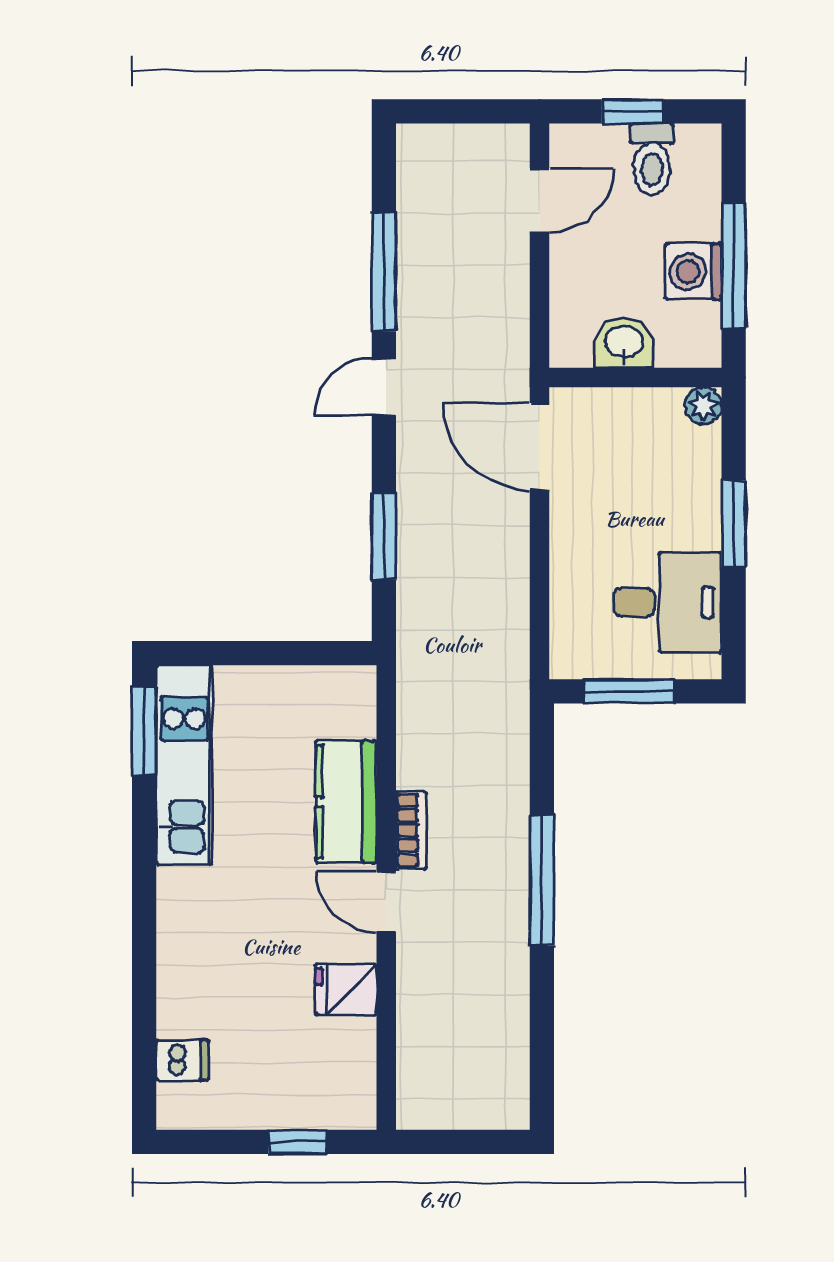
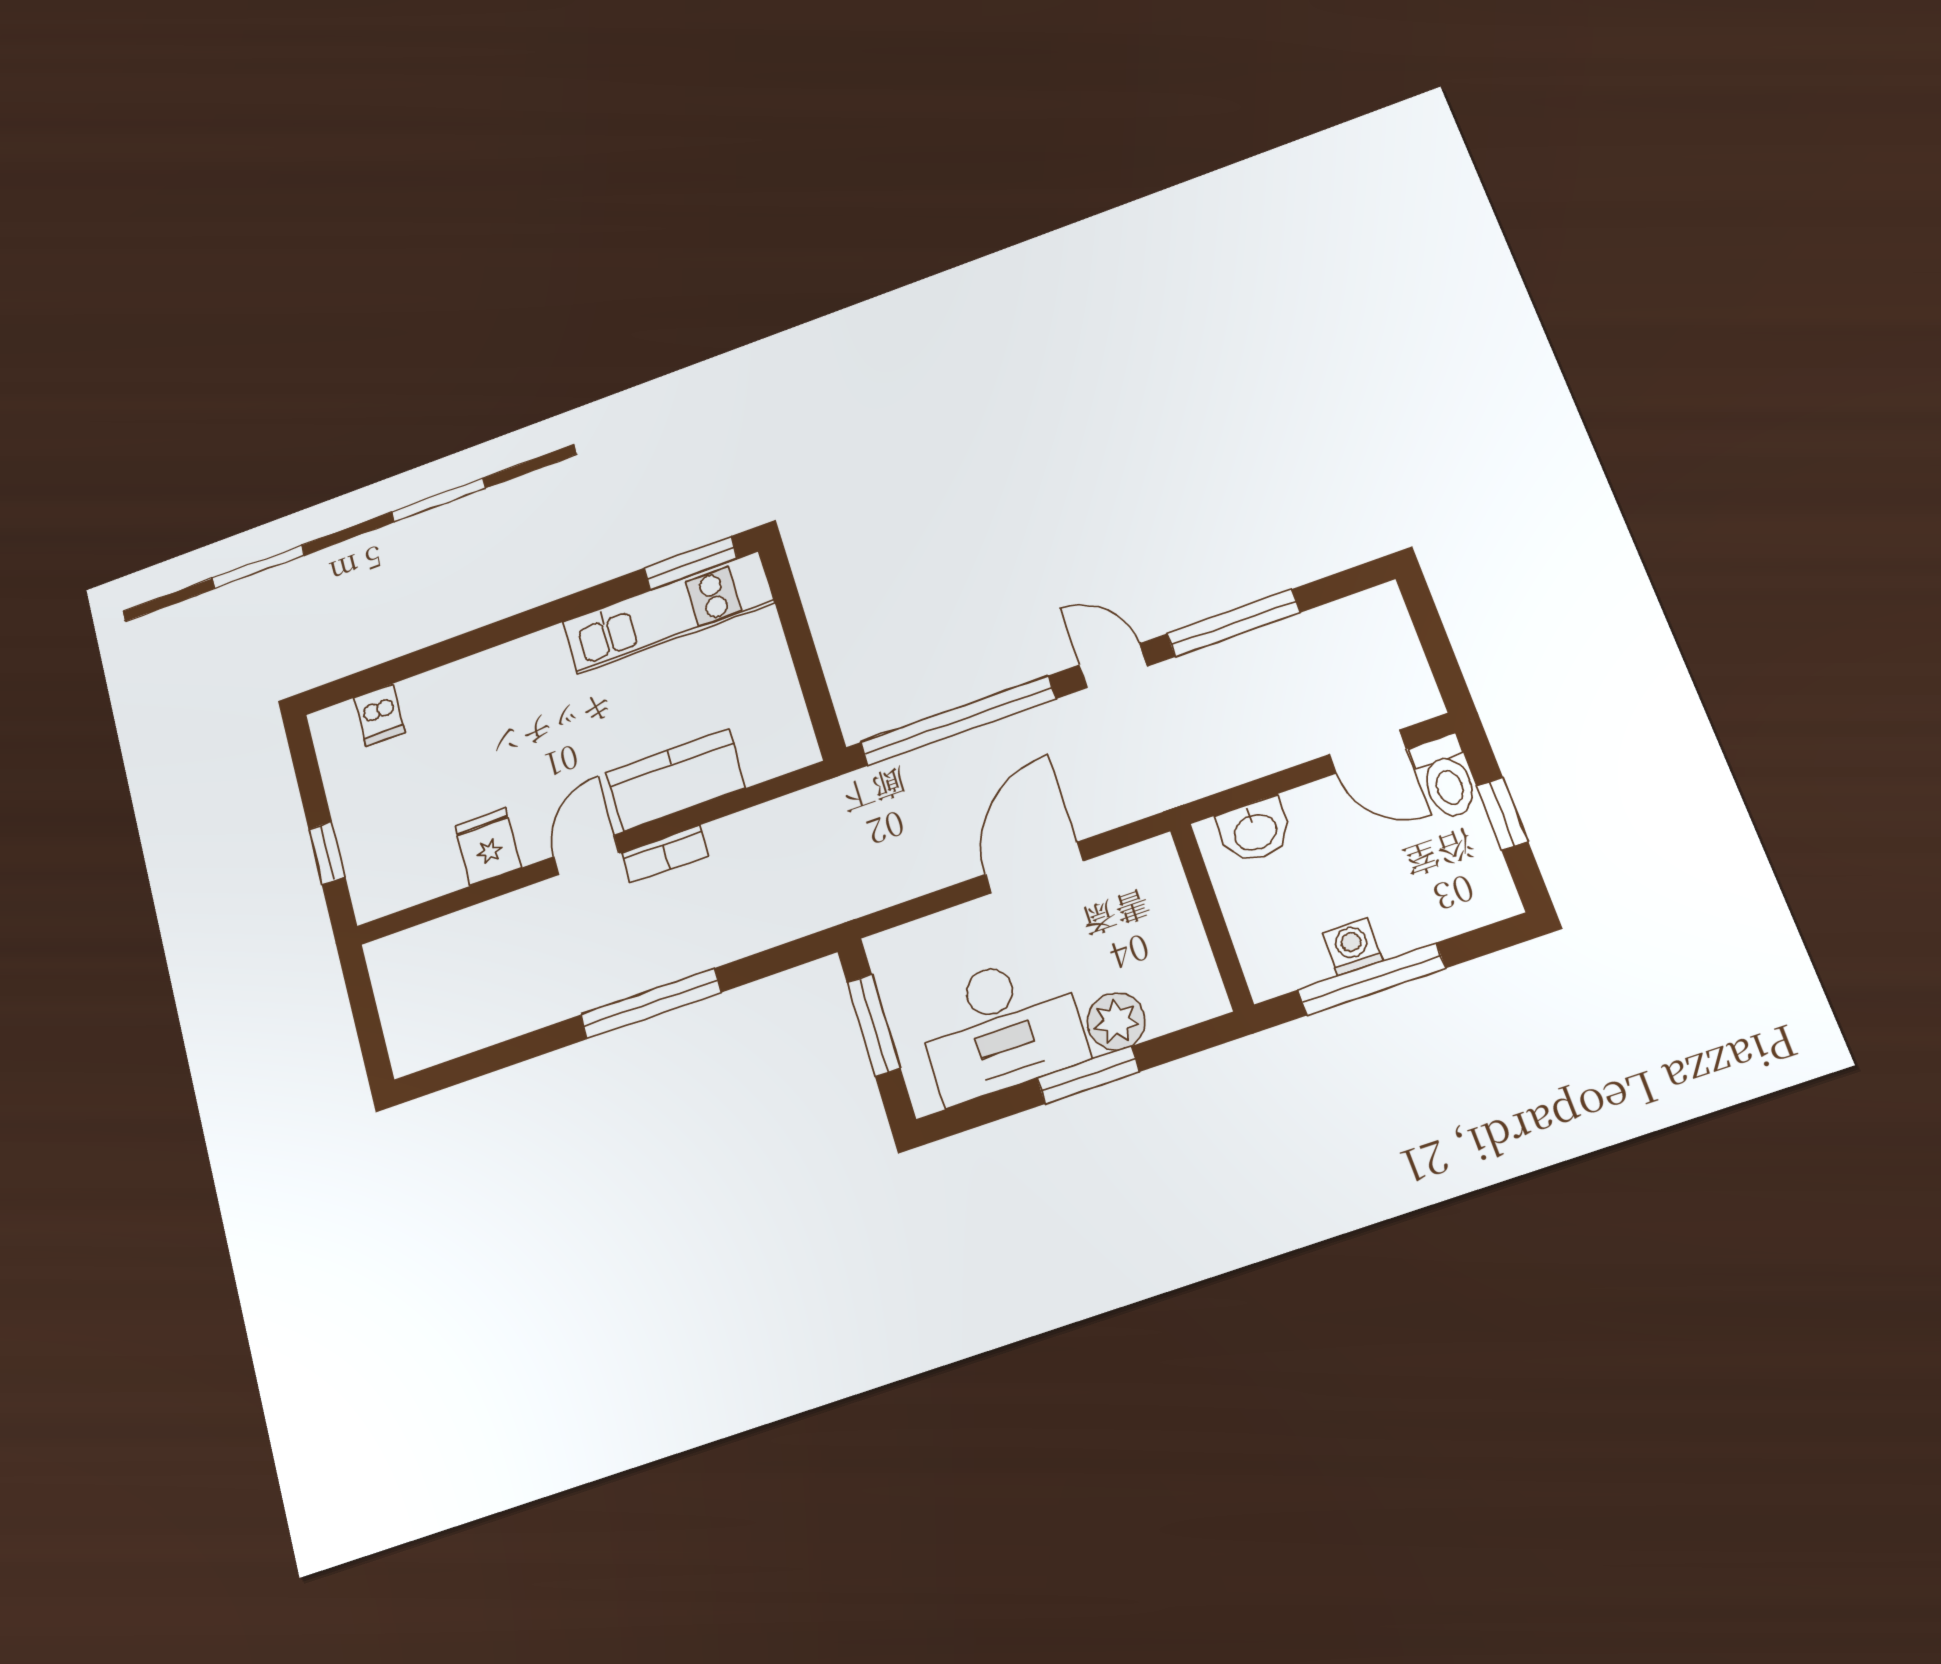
toilet: (652, 159) -> (1446, 777), moved, turned -90
washing machine: (694, 271) -> (1353, 947), width x0.73, depth x0.73
washbasin: (624, 343) -> (1255, 831), moved, turned 90
plant: (703, 405) -> (1116, 1021), moved, width x1.38, depth x1.38
door: (540, 447) -> (1034, 868), moved
window: (384, 536) -> (958, 721), width x2.11
desk: (668, 602) -> (1001, 1027), width x1.37

